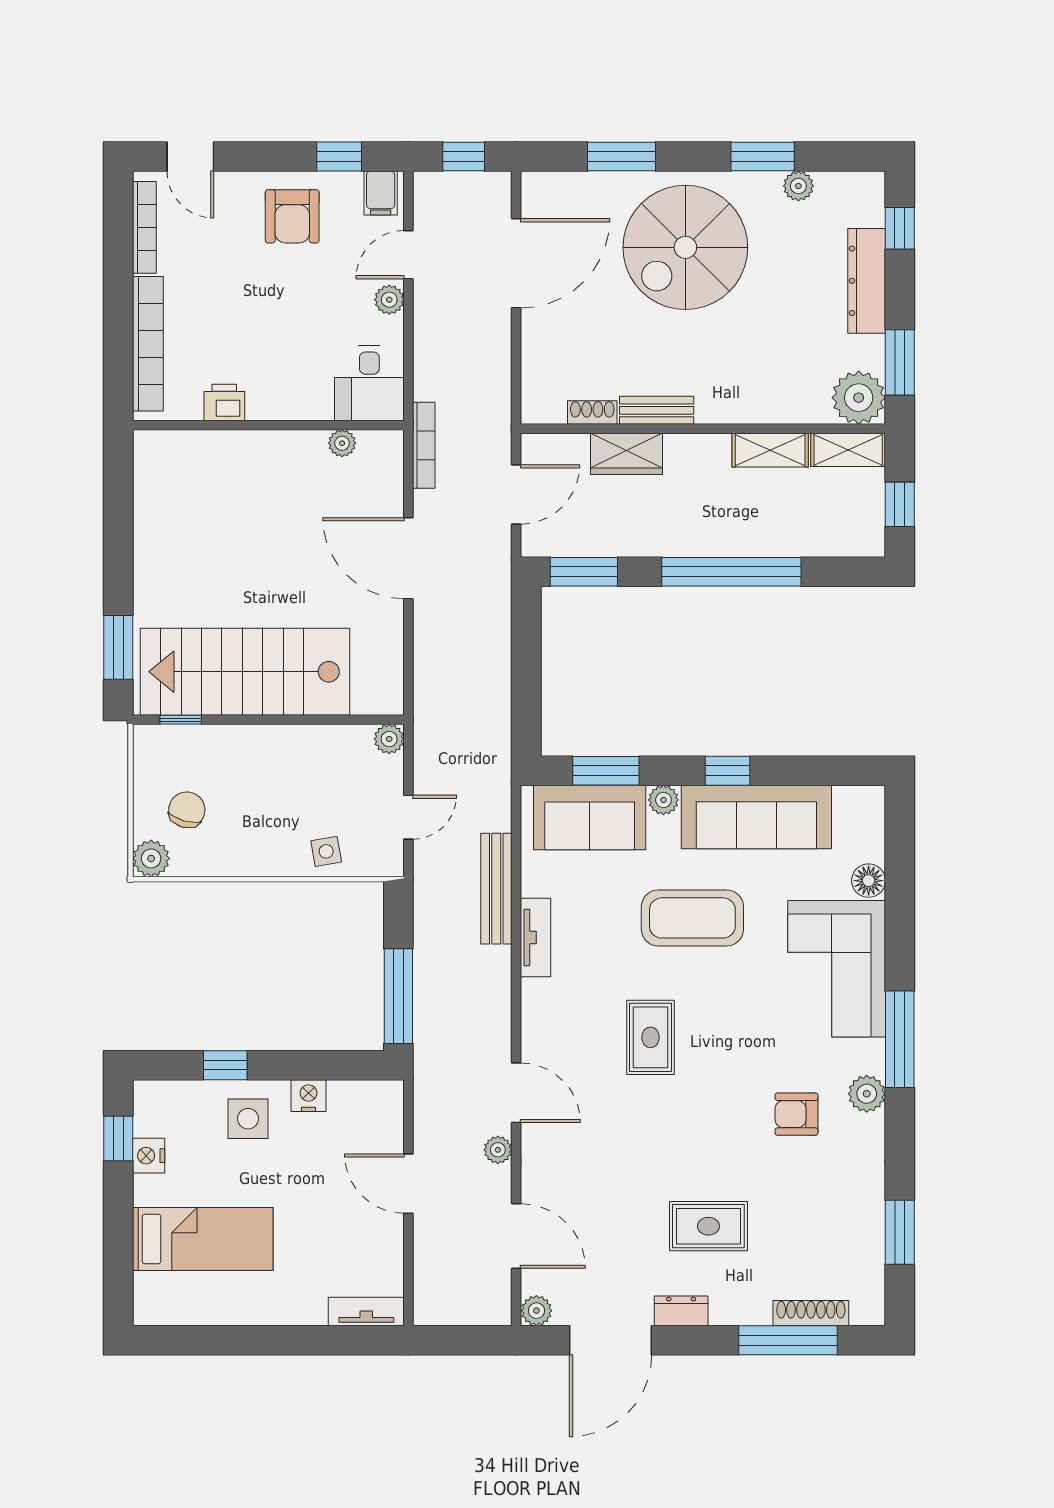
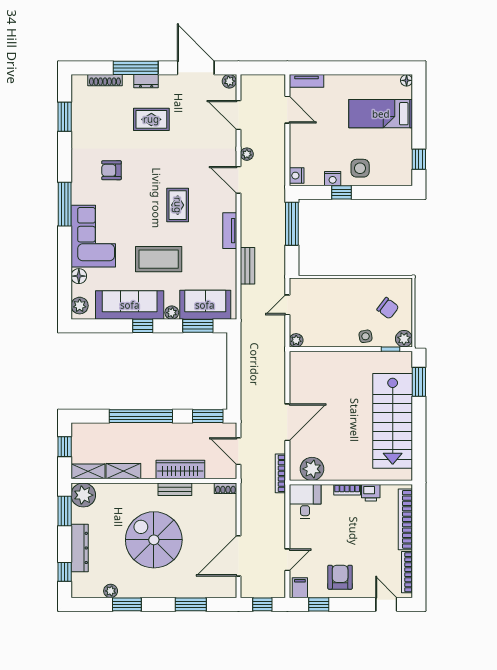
spiral stairs: (685, 247) -> (154, 540), moved, turned -90
plant: (389, 300) -> (296, 539), removed
bookcase: (277, 409) -> (347, 490), added
shoe rack: (592, 413) -> (225, 488), moved
plant: (342, 443) -> (312, 469), width x1.88, depth x1.88
wardrobe: (627, 454) -> (180, 470), width x1.50
door: (516, 494) -> (239, 451), hinge flipped
door: (408, 558) -> (287, 422), hinge flipped
stairs: (245, 672) -> (393, 421), moved, turned 90
chair: (187, 810) -> (388, 308), turned -69
side table: (326, 851) -> (365, 336), moved
plant: (151, 858) -> (404, 339), moved
bench: (496, 889) -> (248, 266), width x0.73
tv unit: (536, 938) -> (230, 231), moved
window: (225, 1065) -> (342, 192), moved
plant: (867, 1094) -> (80, 306), moved
armchair: (796, 1114) -> (111, 170), turned 180
nightstand: (149, 1156) -> (297, 176), moved, turned 180
door: (408, 1184) -> (287, 110), moved
dresser: (681, 1311) -> (146, 81), moved
floor lamp: (145, 1312) -> (407, 80), added
door: (611, 1340) -> (196, 68), hinge flipped
window: (788, 1340) -> (136, 68), moved

